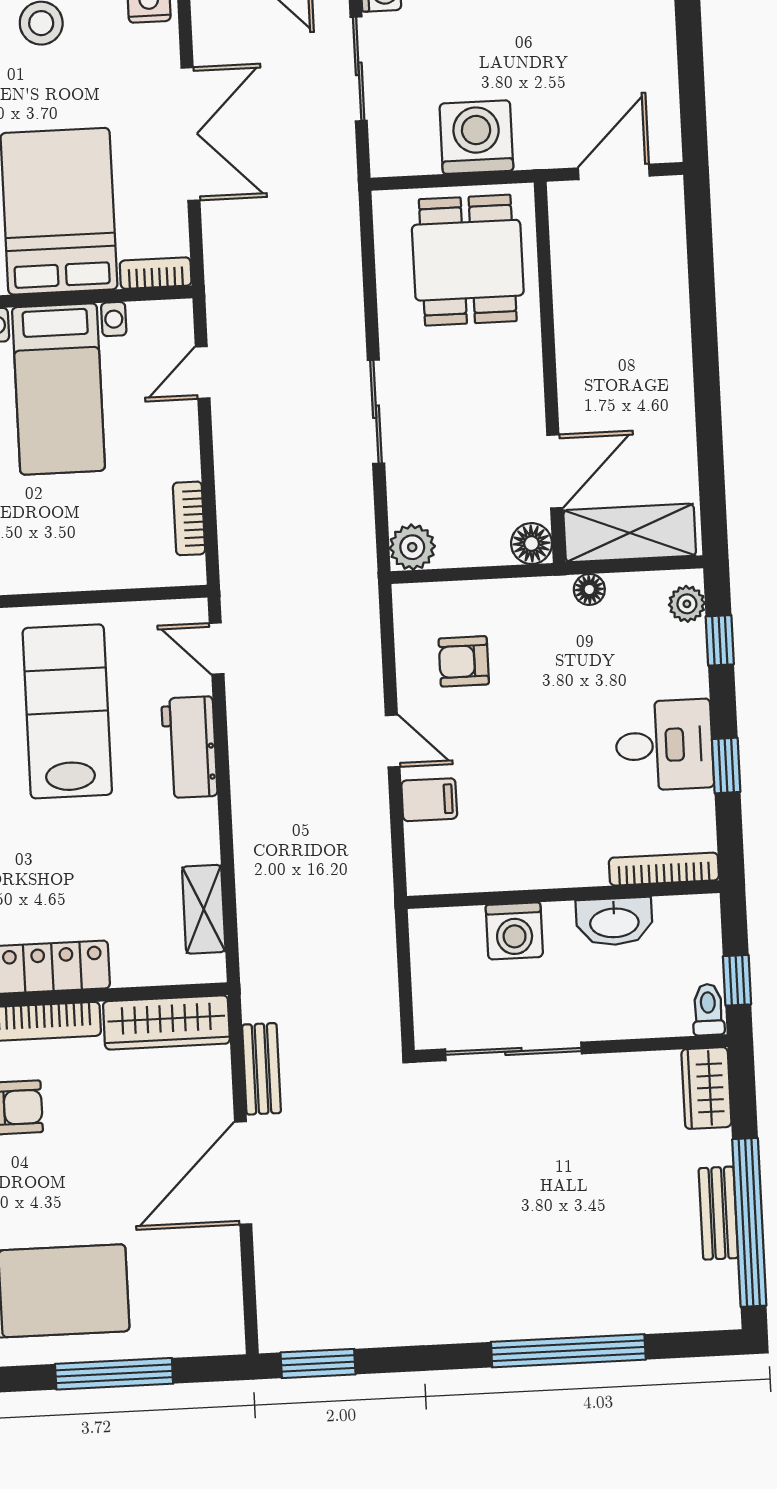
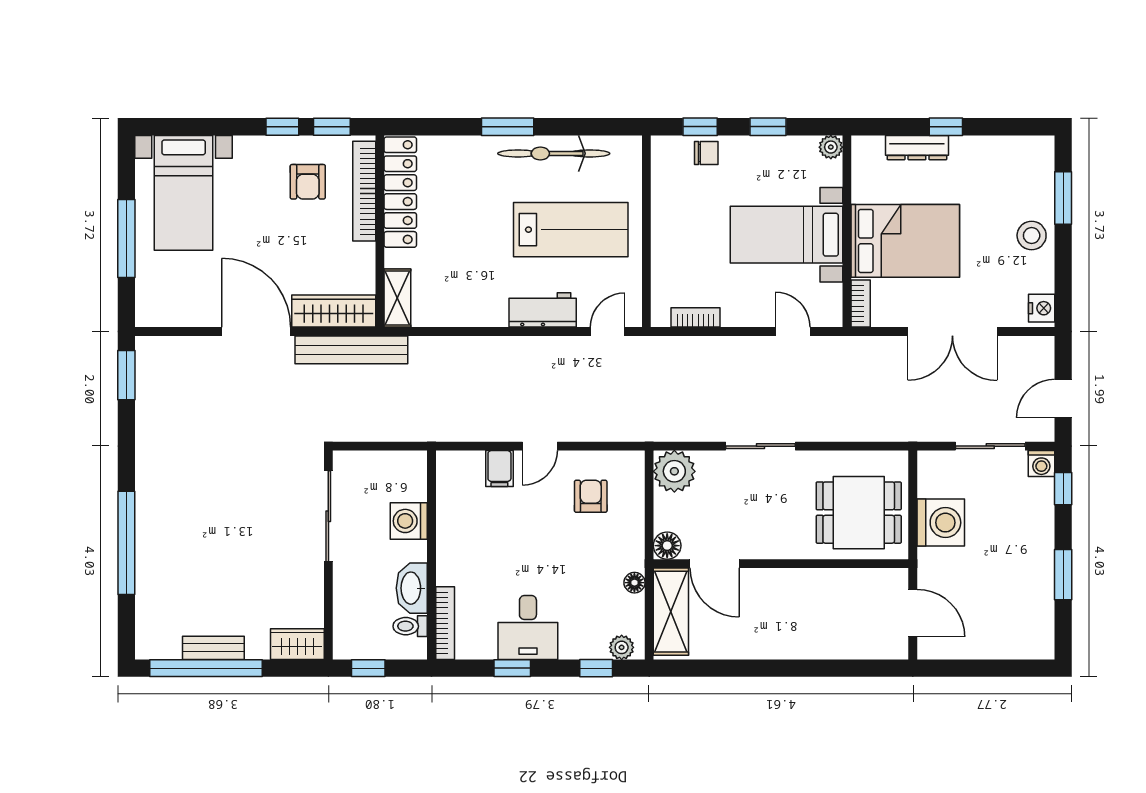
plant: (412, 547) -> (674, 471), width x1.36, depth x1.36
shelving: (204, 909) -> (397, 298), moved, turned 90
toilet: (708, 1010) -> (410, 626), moved, turned 180
wardrobe: (166, 1022) -> (334, 311), moved, turned 90
bench: (262, 1069) -> (351, 350), width x1.86, depth x1.21

